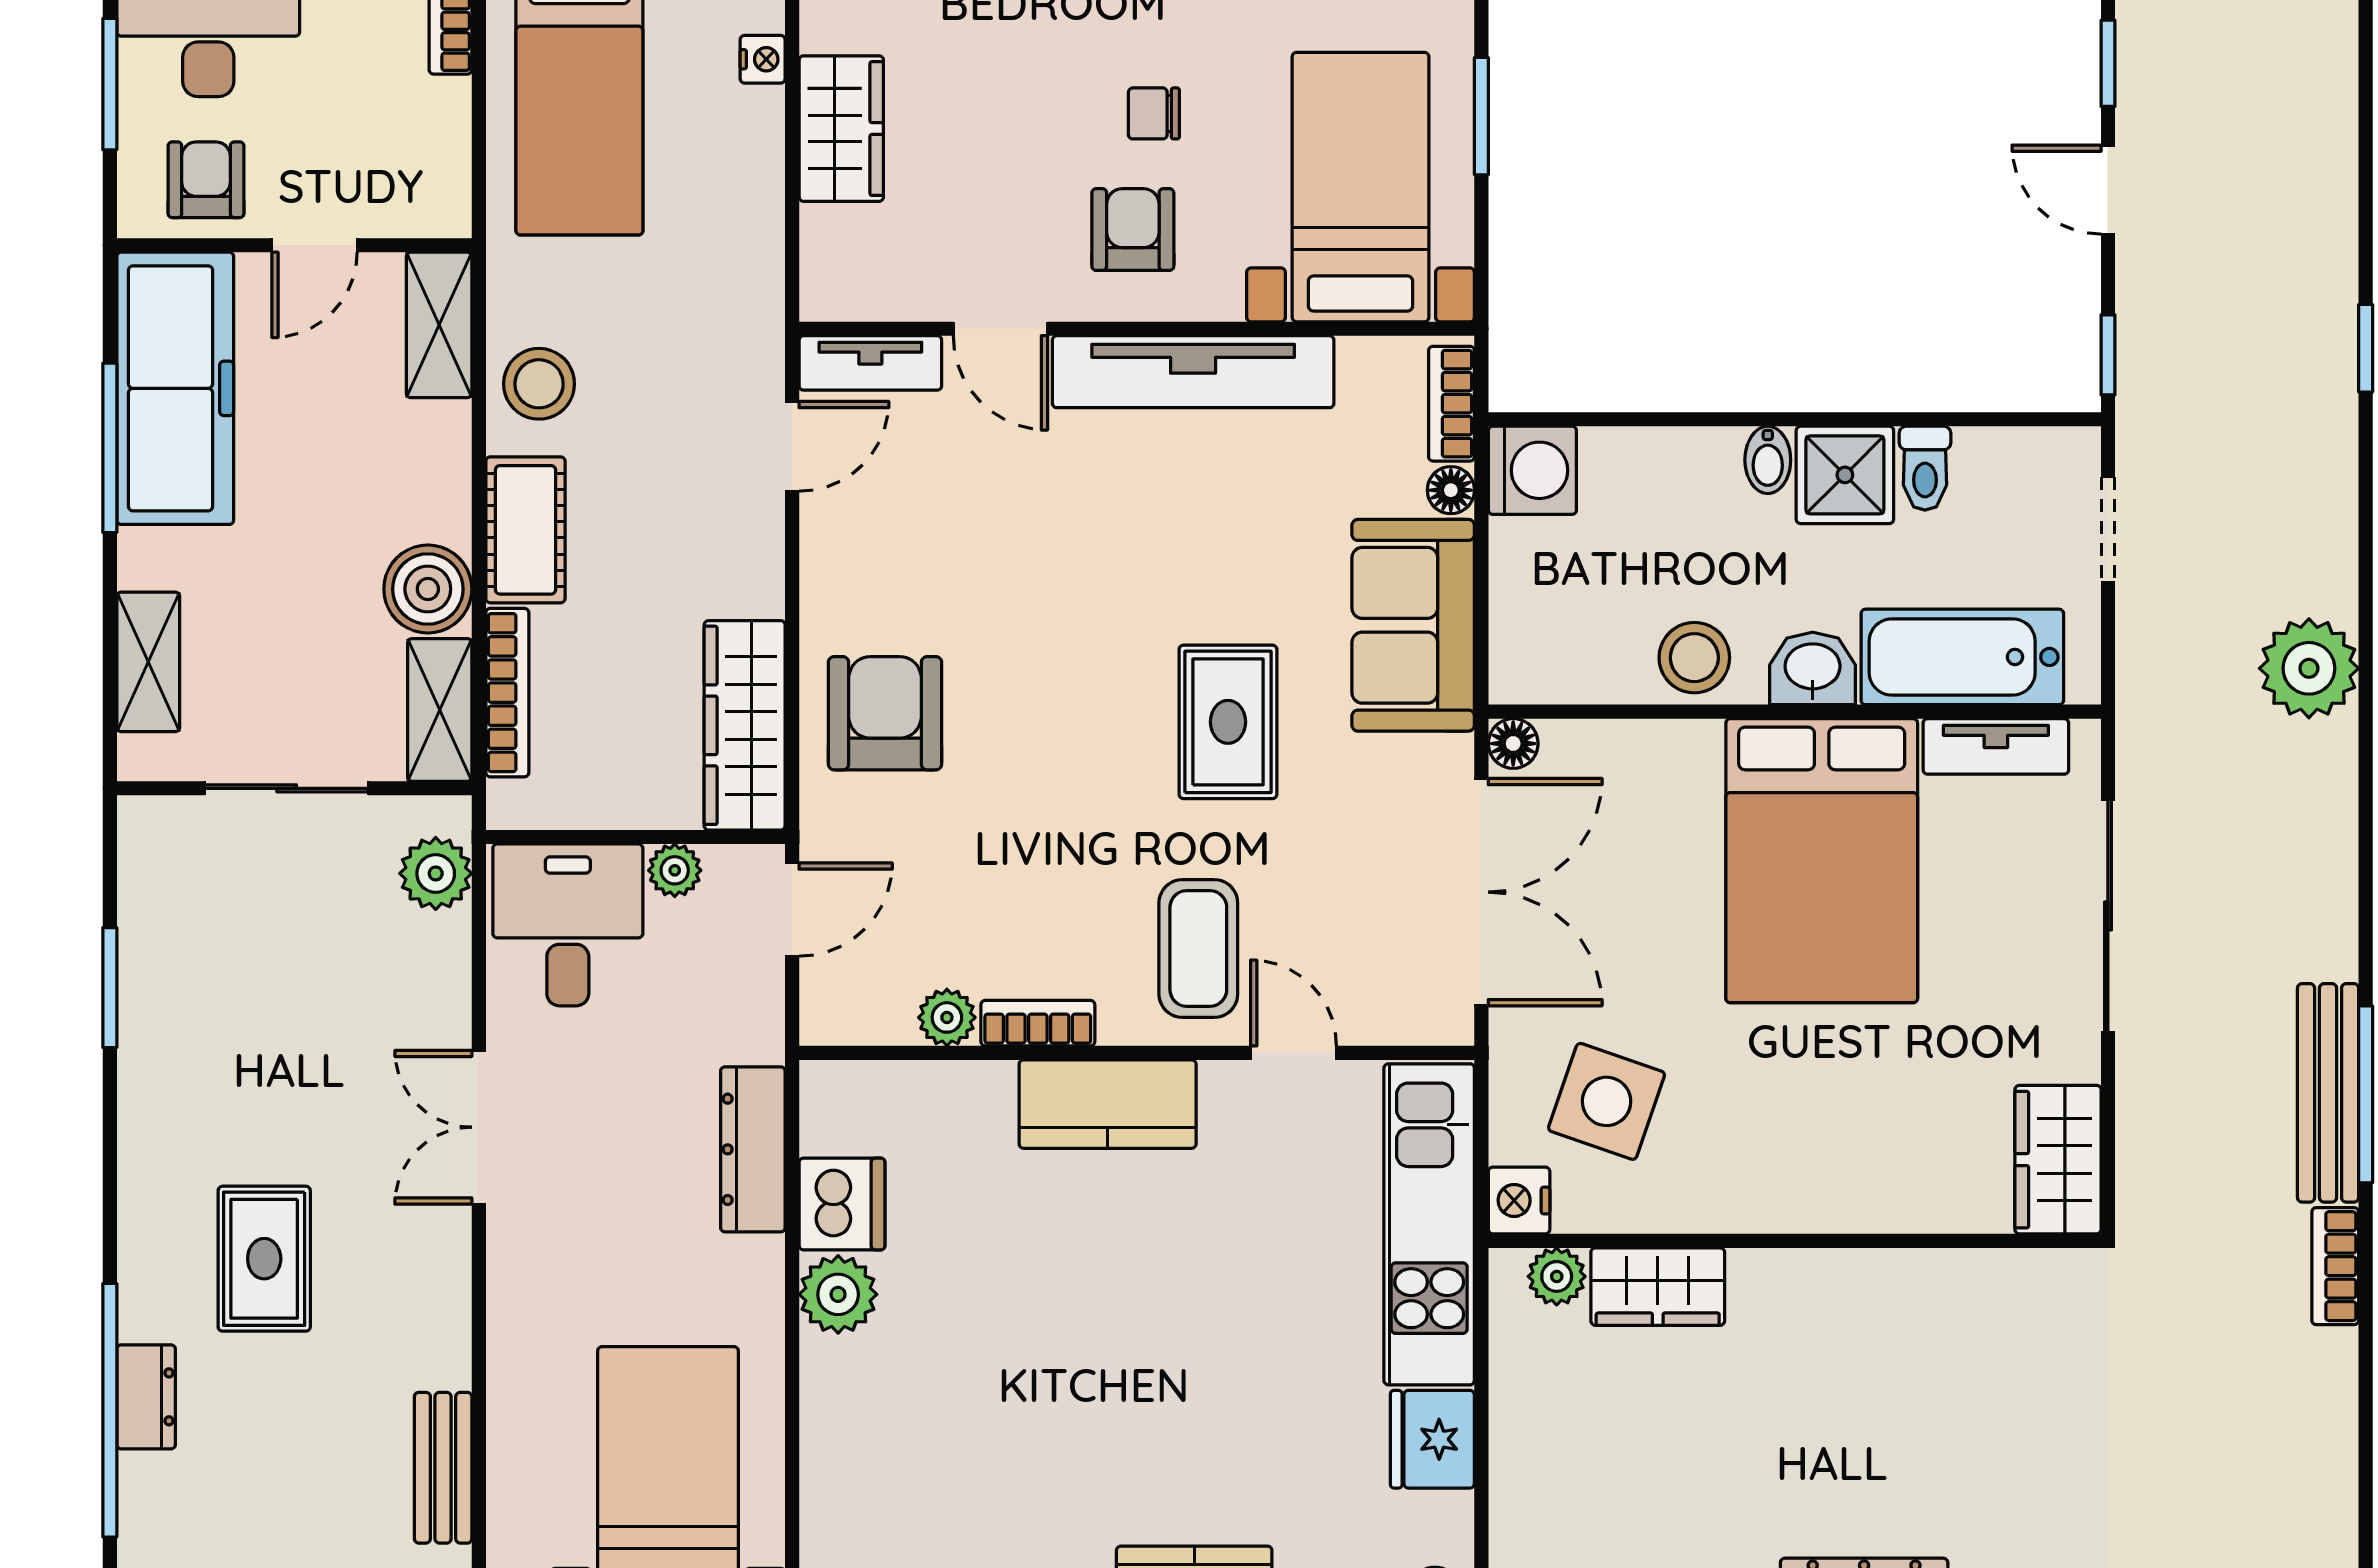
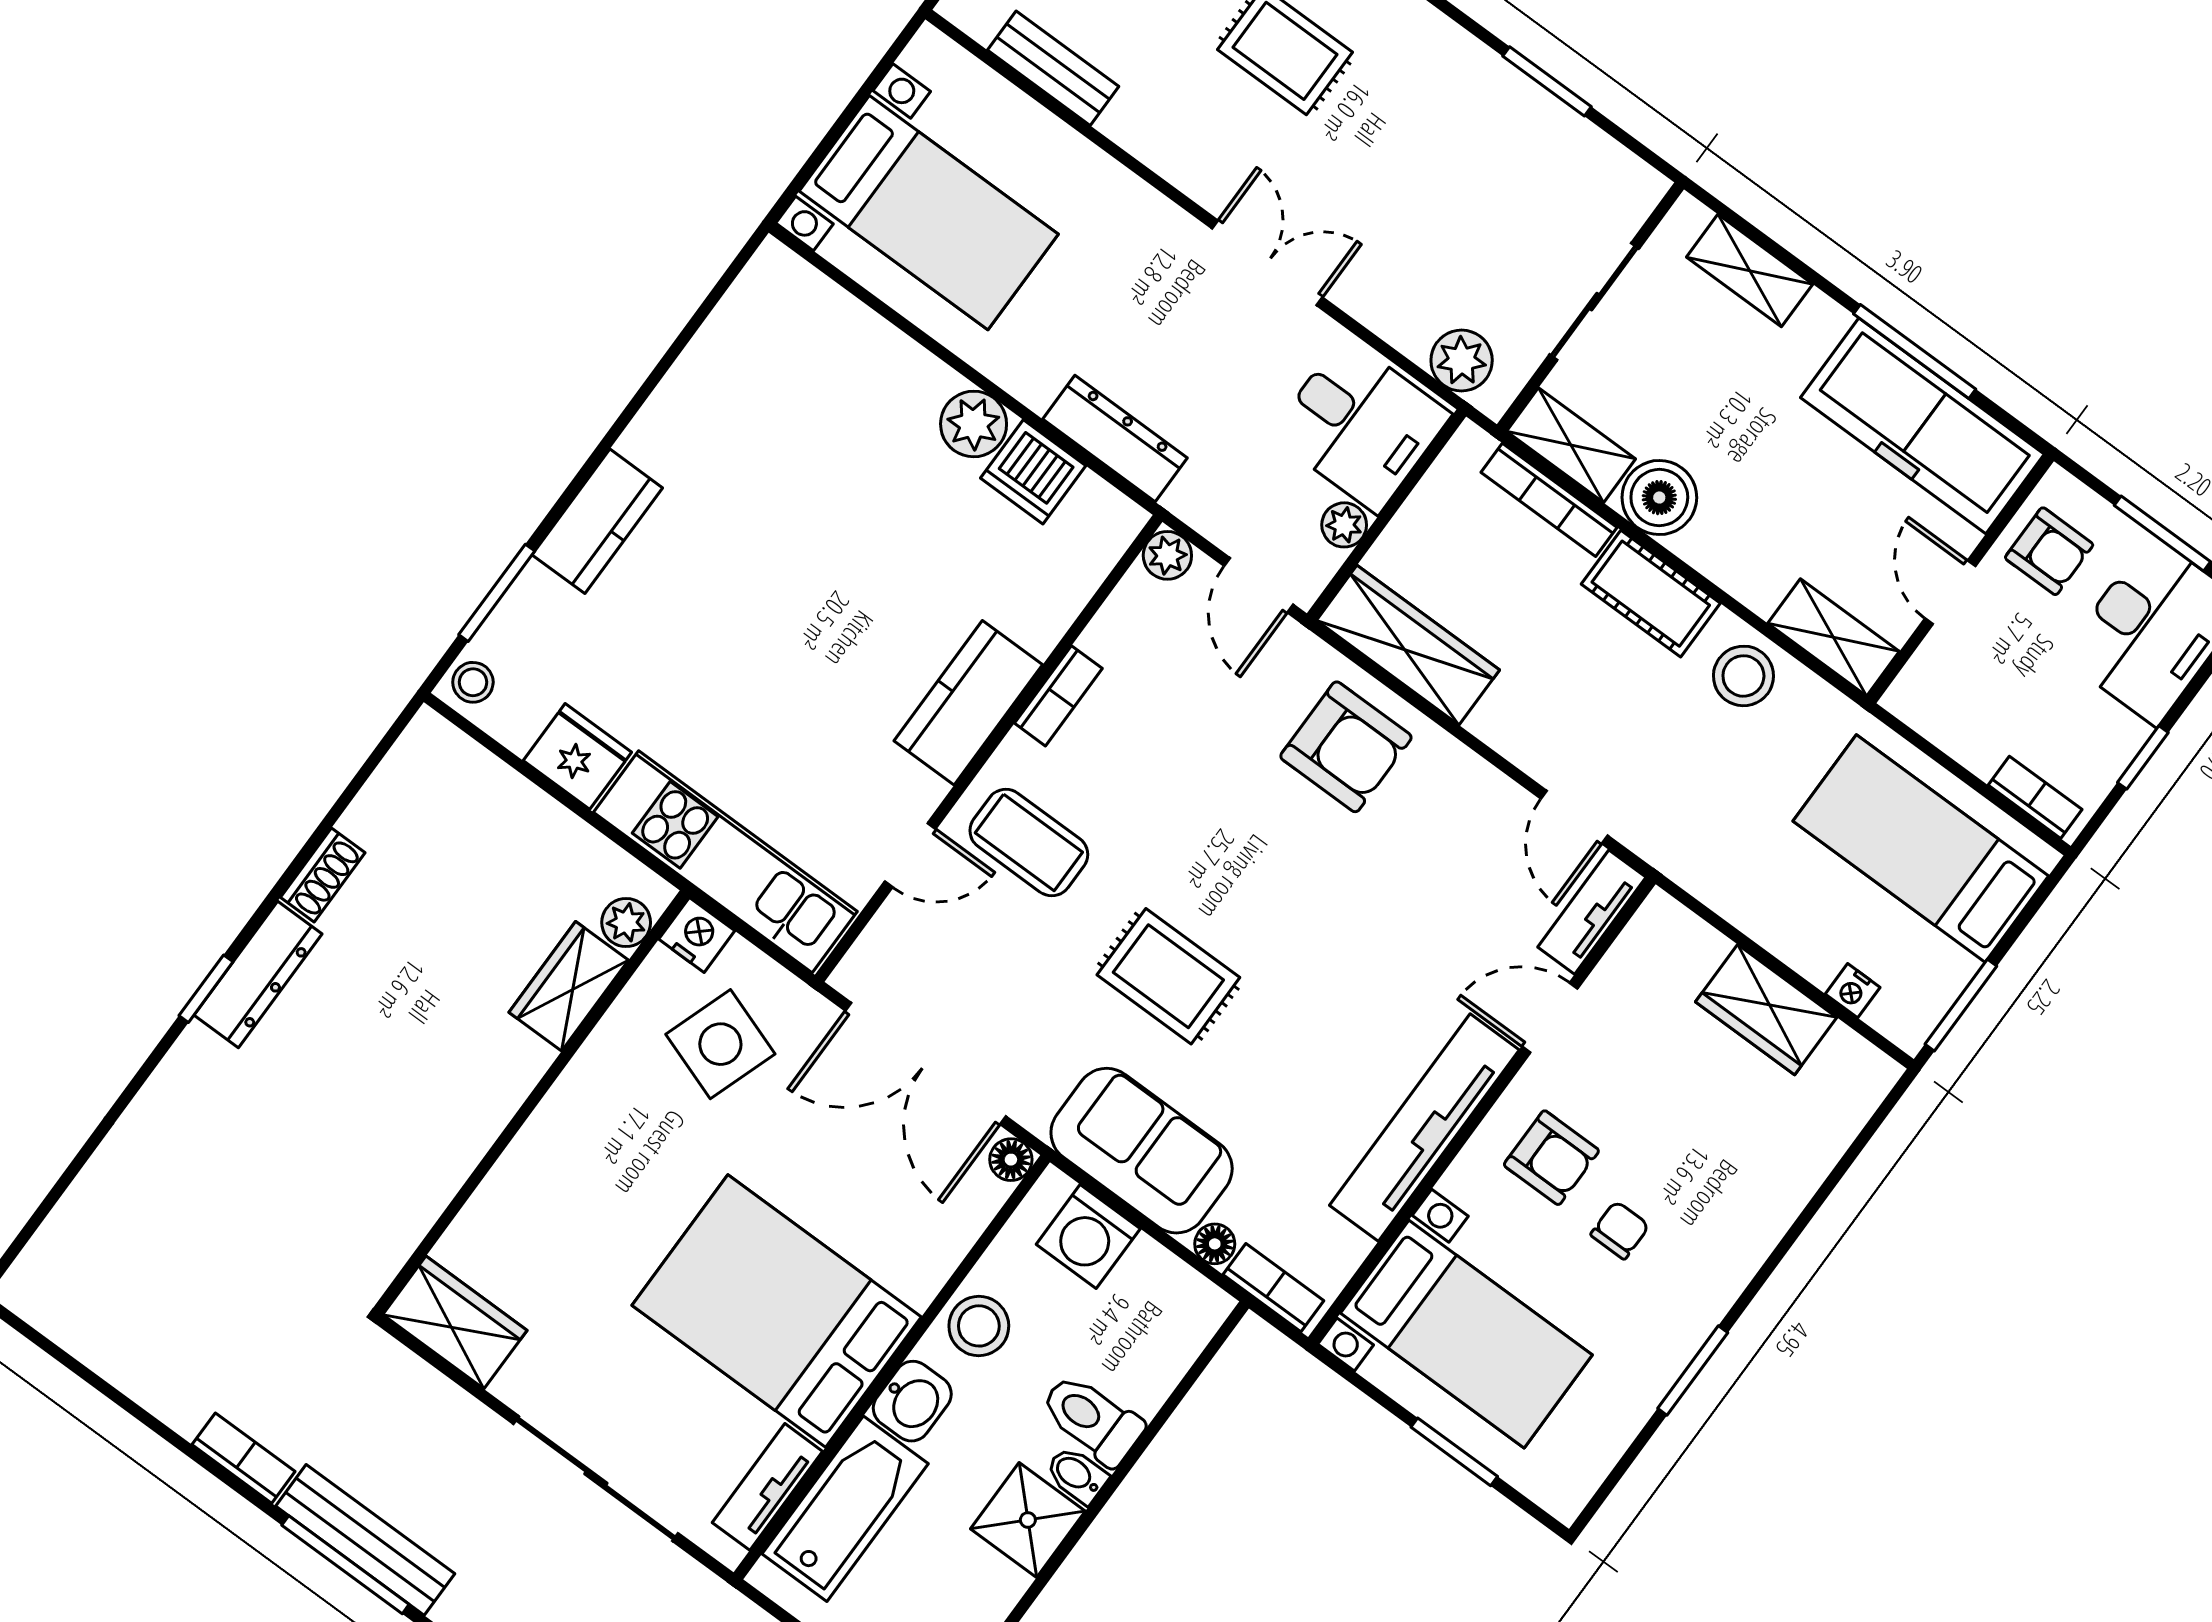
toilet: (1925, 468) -> (1092, 1419), moved, width x1.37, depth x1.39
washing machine: (1532, 470) -> (1088, 1237), moved
plant: (947, 1017) -> (1167, 555), moved

